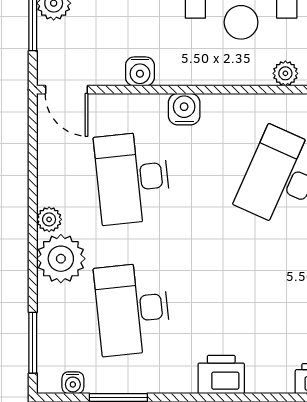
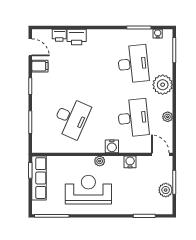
plant: (285, 73) -> (100, 161), moved
plant: (49, 219) -> (168, 117), moved
printer: (221, 375) -> (77, 37), moved

